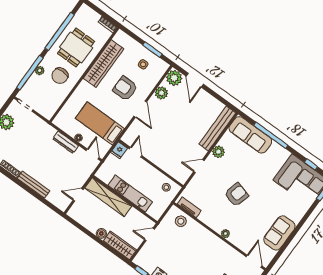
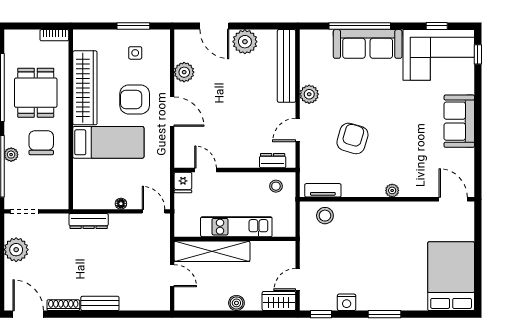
chair: (60, 76) -> (41, 143), turned 180
plant: (174, 78) -> (245, 42), moved
bed: (100, 123) -> (108, 142), moved, turned 180
sofa: (250, 135) -> (368, 44), moved
dresser: (66, 142) -> (89, 221), moved
dresser: (174, 173) -> (273, 161), added
bench: (33, 185) -> (100, 303), width x0.73
door: (78, 195) -> (172, 276), swing flipped
armchair: (236, 195) -> (352, 138), moved
sofa: (279, 233) -> (459, 121), moved
door: (149, 234) -> (298, 280), moved
wardrobe: (120, 245) -> (279, 301), width x0.67

